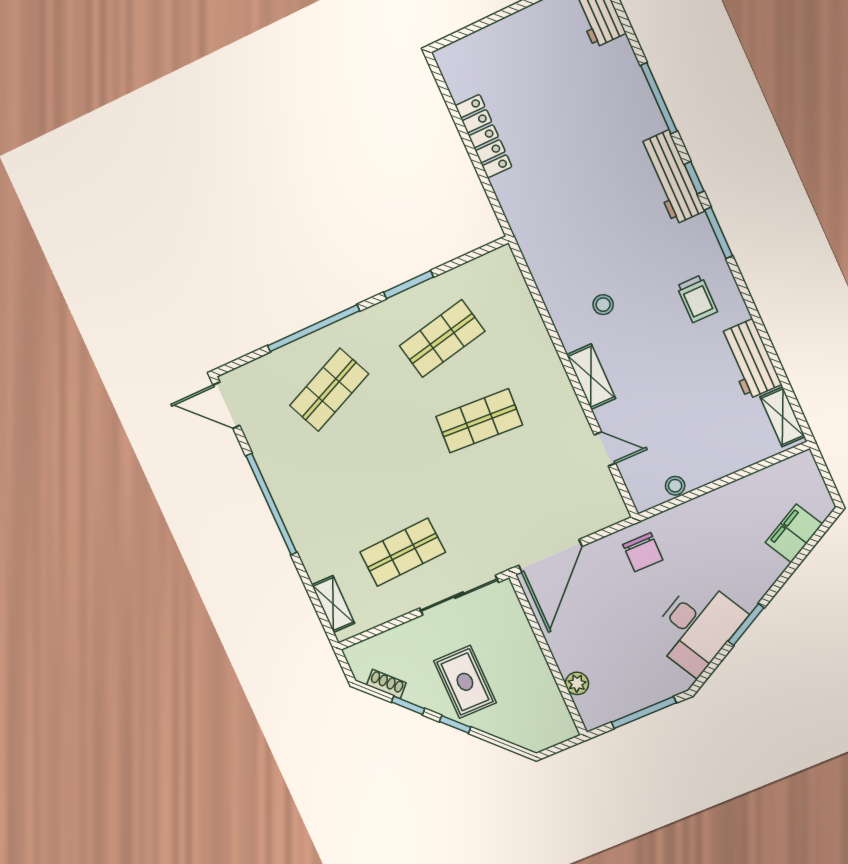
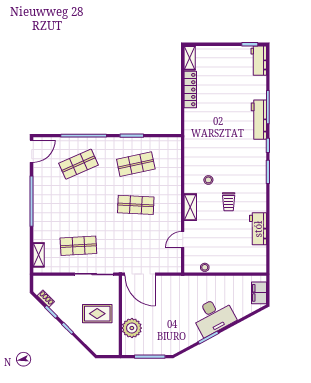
workbench: (672, 177) -> (259, 120), moved
trolley: (697, 299) -> (229, 202), moved
door: (226, 405) -> (32, 151), swing flipped
shelving: (783, 417) -> (190, 58), moved
door: (605, 449) -> (183, 240), swing flipped
filing cabinet: (794, 533) -> (259, 293), moved, turned -62
chair: (643, 552) -> (179, 289), removed
door: (550, 556) -> (140, 274), hinge flipped
desk: (697, 627) -> (213, 316), moved
rug: (465, 682) -> (97, 314), moved, turned 90
plant: (577, 683) -> (132, 328), width x1.87, depth x1.87

